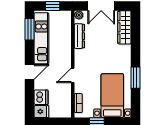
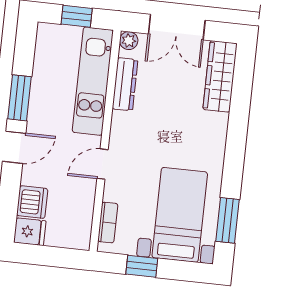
window: (30, 29) -> (20, 98), moved
kitchen unit: (41, 38) -> (93, 81), moved, turned 180
window: (135, 78) -> (227, 220), moved

